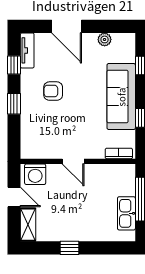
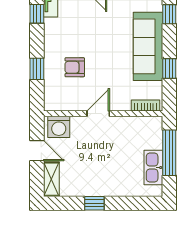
armchair: (53, 91) -> (75, 67), moved
window: (14, 104) -> (37, 69), moved
door: (73, 161) -> (98, 114), swing flipped

